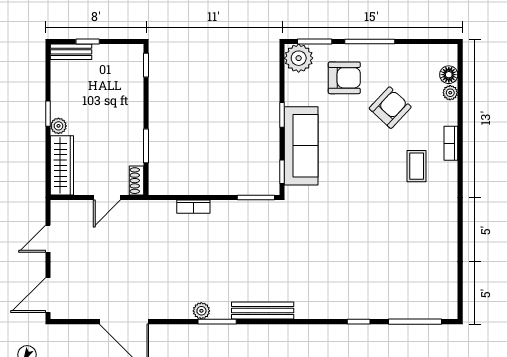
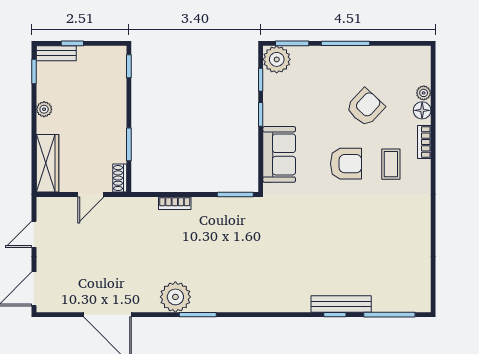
floor lamp: (449, 75) -> (422, 110), moved
armchair: (344, 78) -> (346, 164), moved
window: (48, 114) -> (34, 72), moved
plant: (58, 126) -> (44, 109), moved
sofa: (301, 146) -> (279, 154), width x0.73
window: (282, 172) -> (261, 80), moved
plant: (201, 311) -> (175, 297), width x1.88, depth x1.88
bench: (263, 311) -> (341, 304), moved

